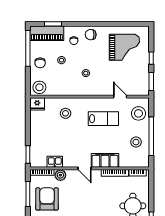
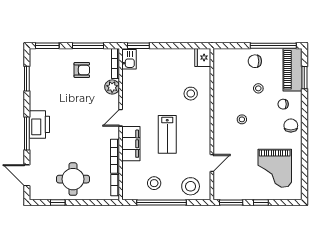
stool: (39, 87) -> (224, 60), removed
lab bench: (103, 119) -> (167, 134), moved
kitchen sink: (55, 162) -> (129, 59), moved
armchair: (47, 199) -> (82, 70), width x0.53, depth x0.53

